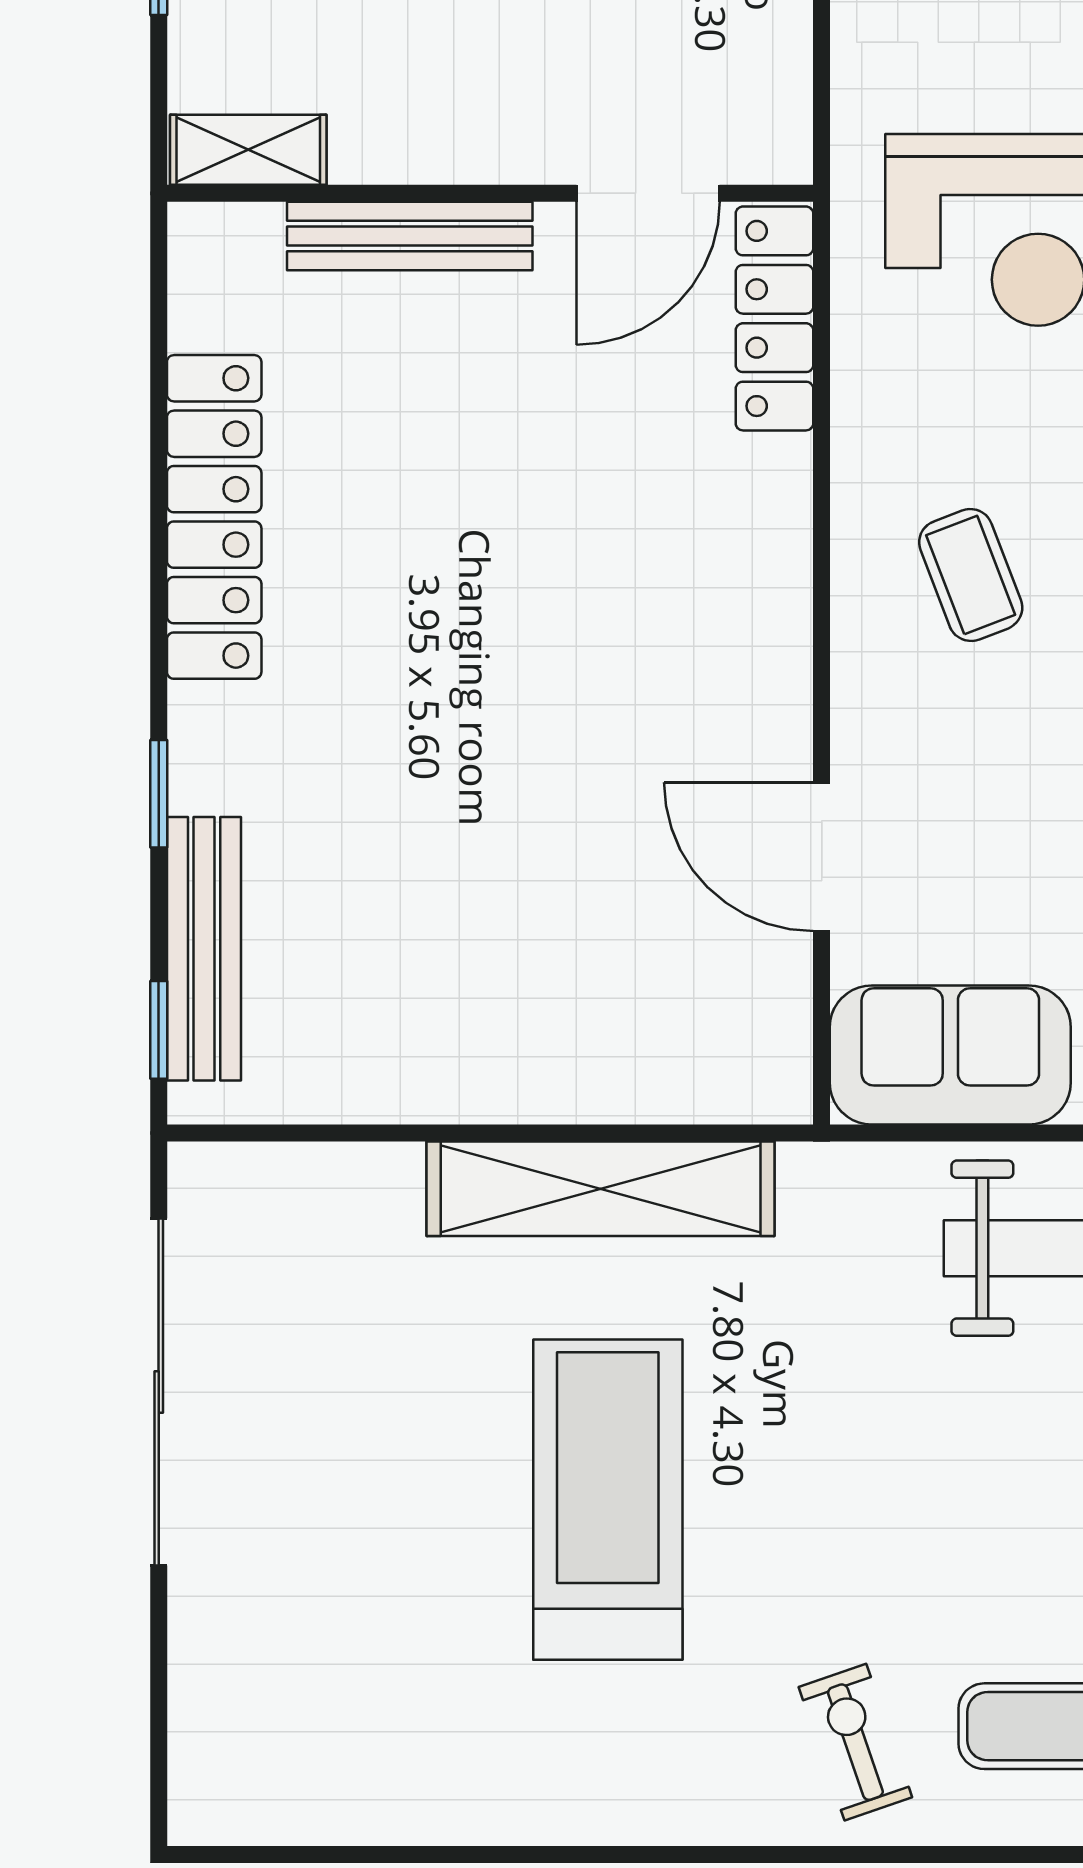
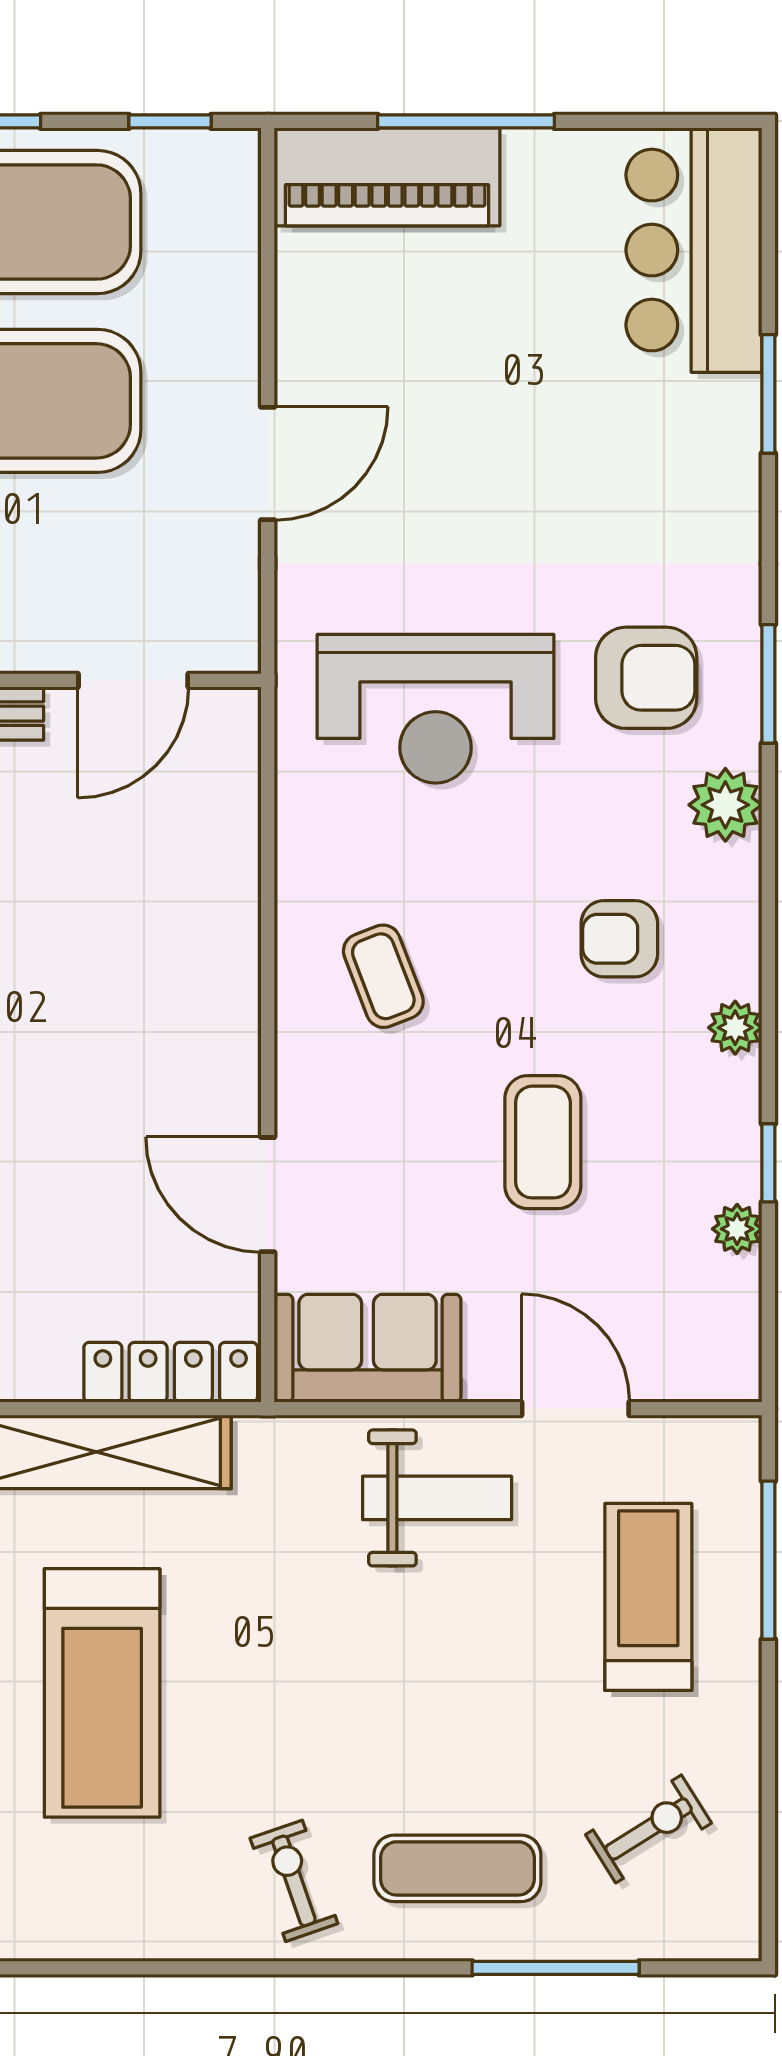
locker: (774, 318) -> (171, 1372), moved, turned 90
treadmill: (608, 1500) -> (102, 1693), turned 180

